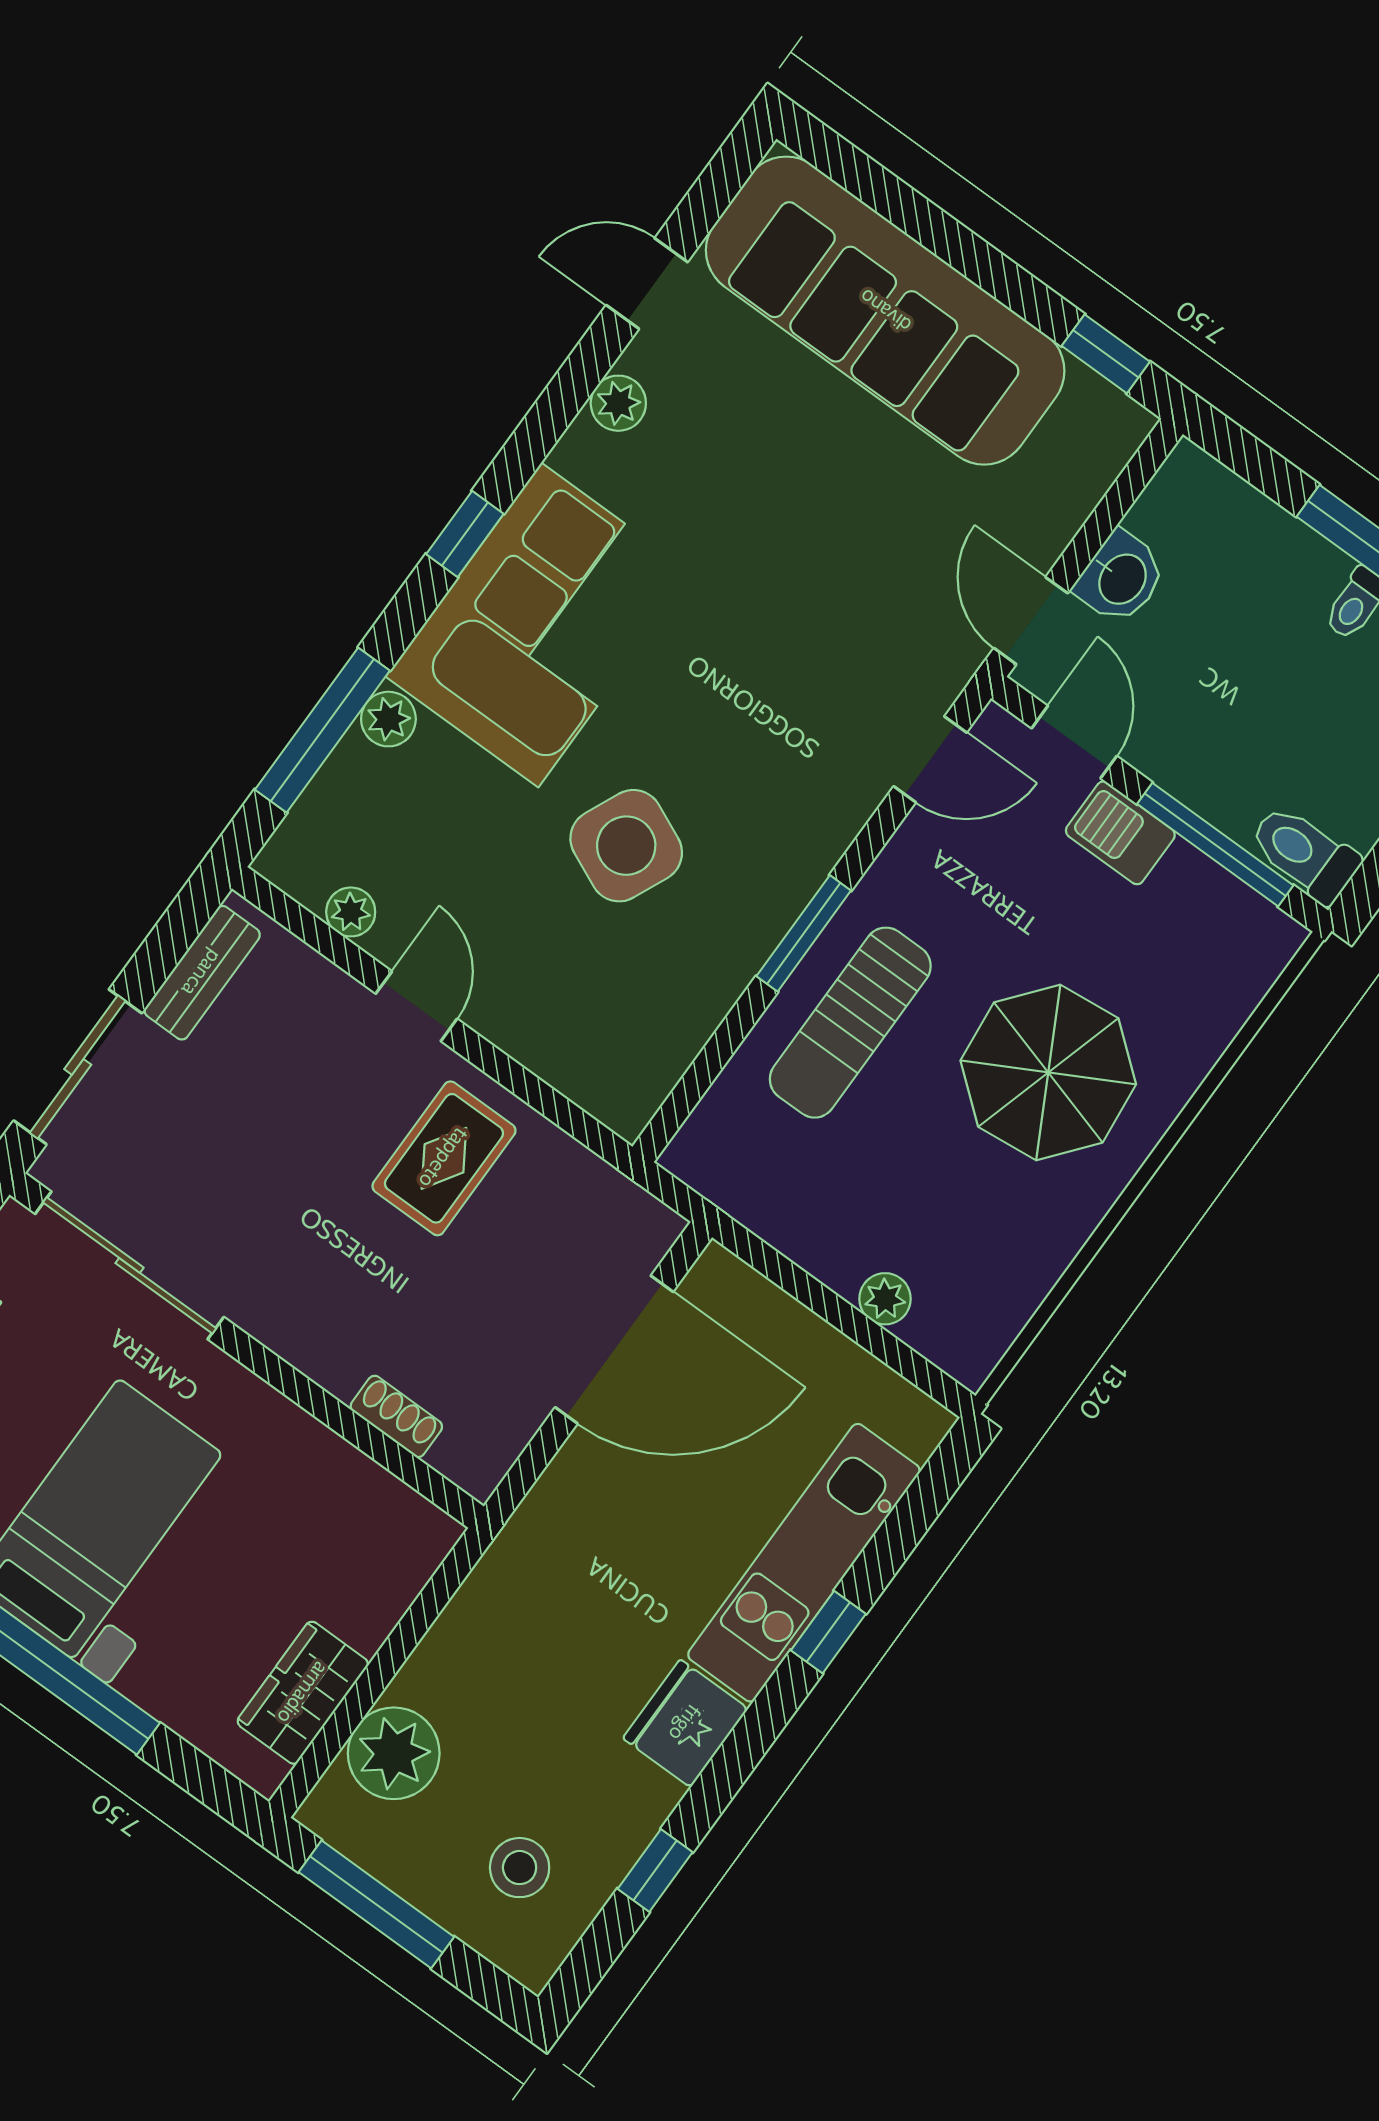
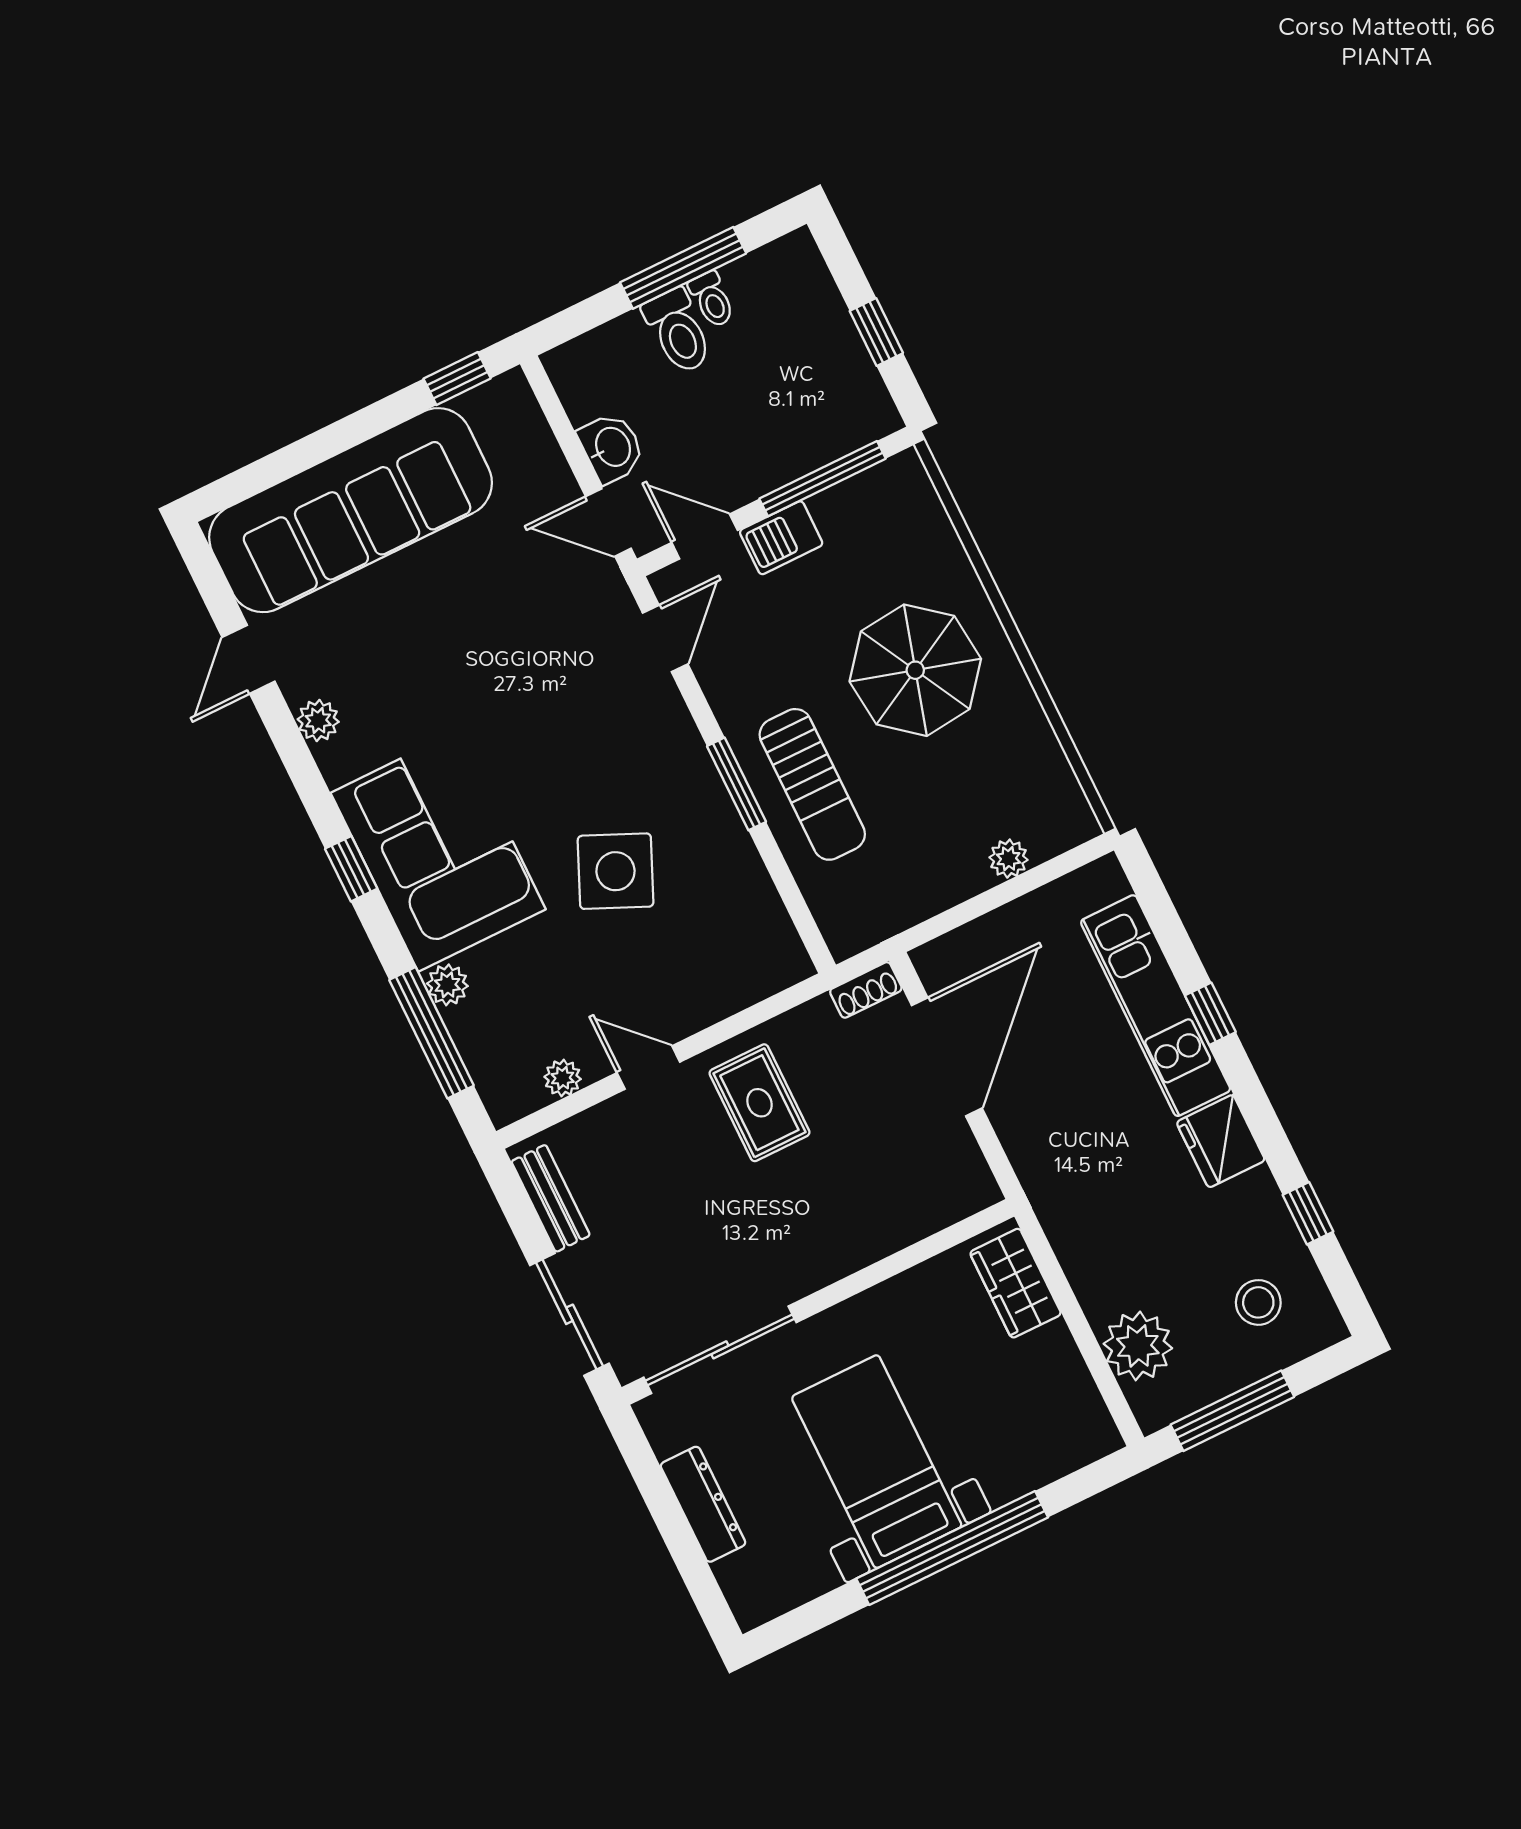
toilet: (1304, 853) -> (678, 331), moved, turned -90
shoe rack: (396, 1416) -> (866, 990), moved, turned 180
wardrobe: (303, 1693) -> (1016, 1283), moved

